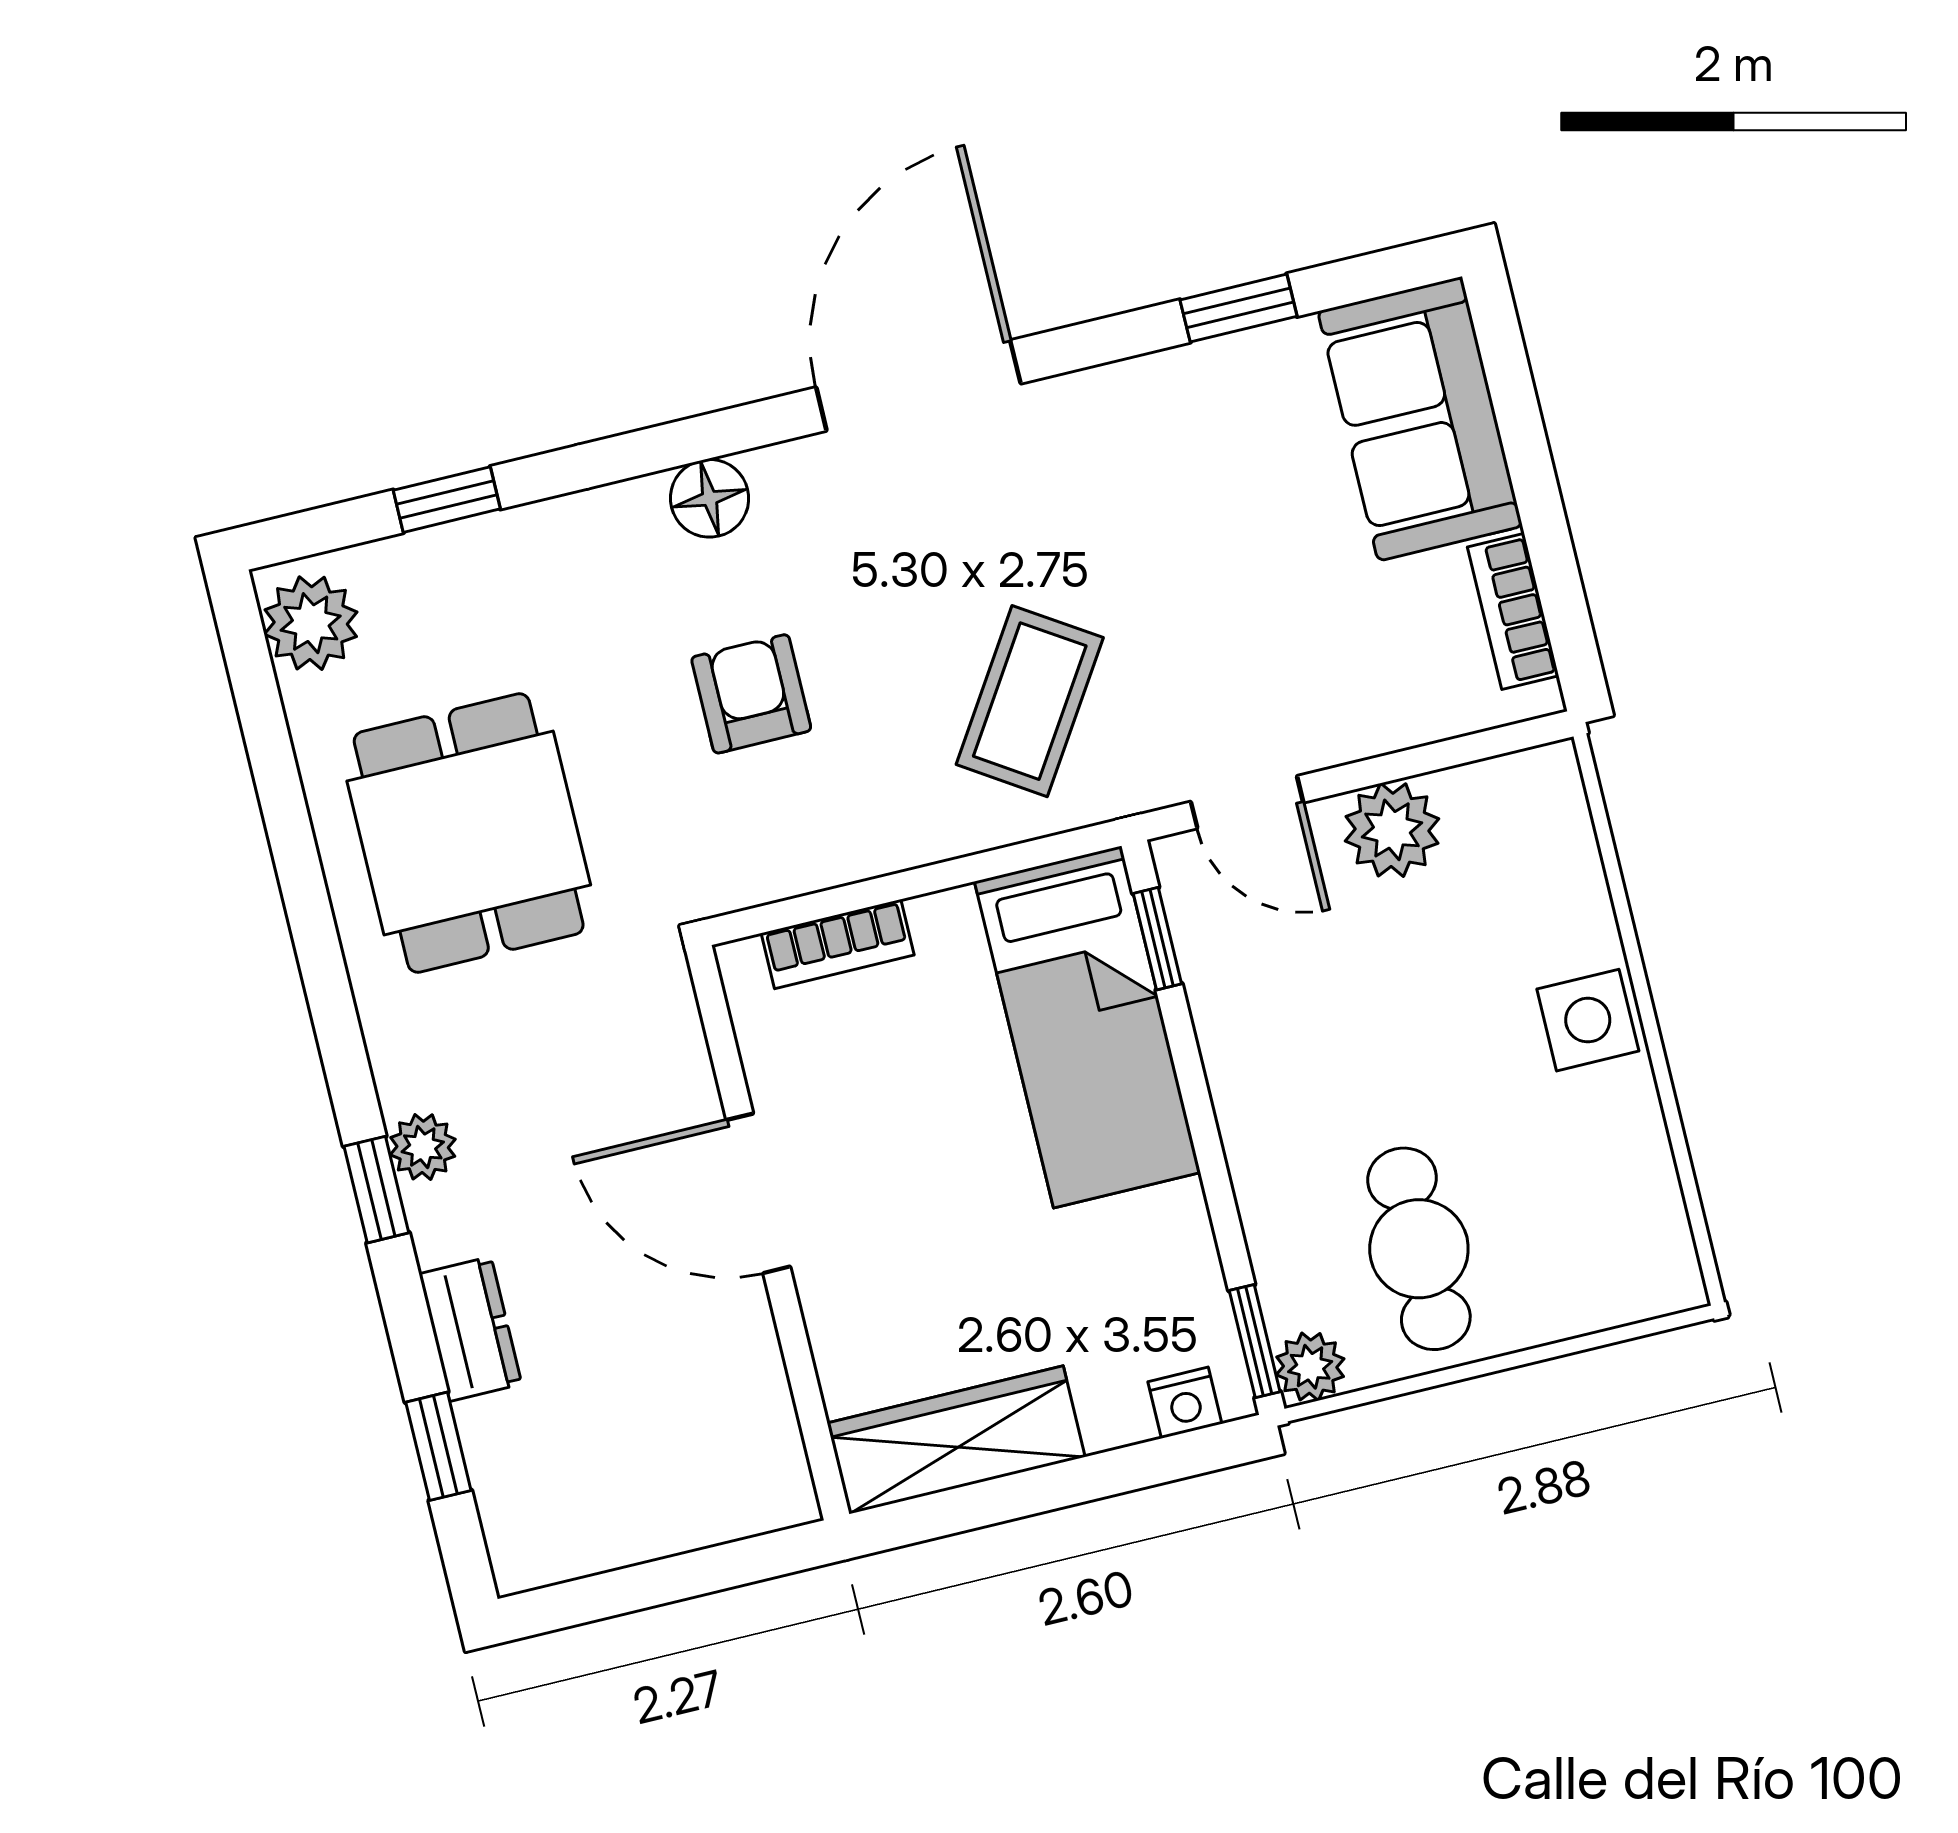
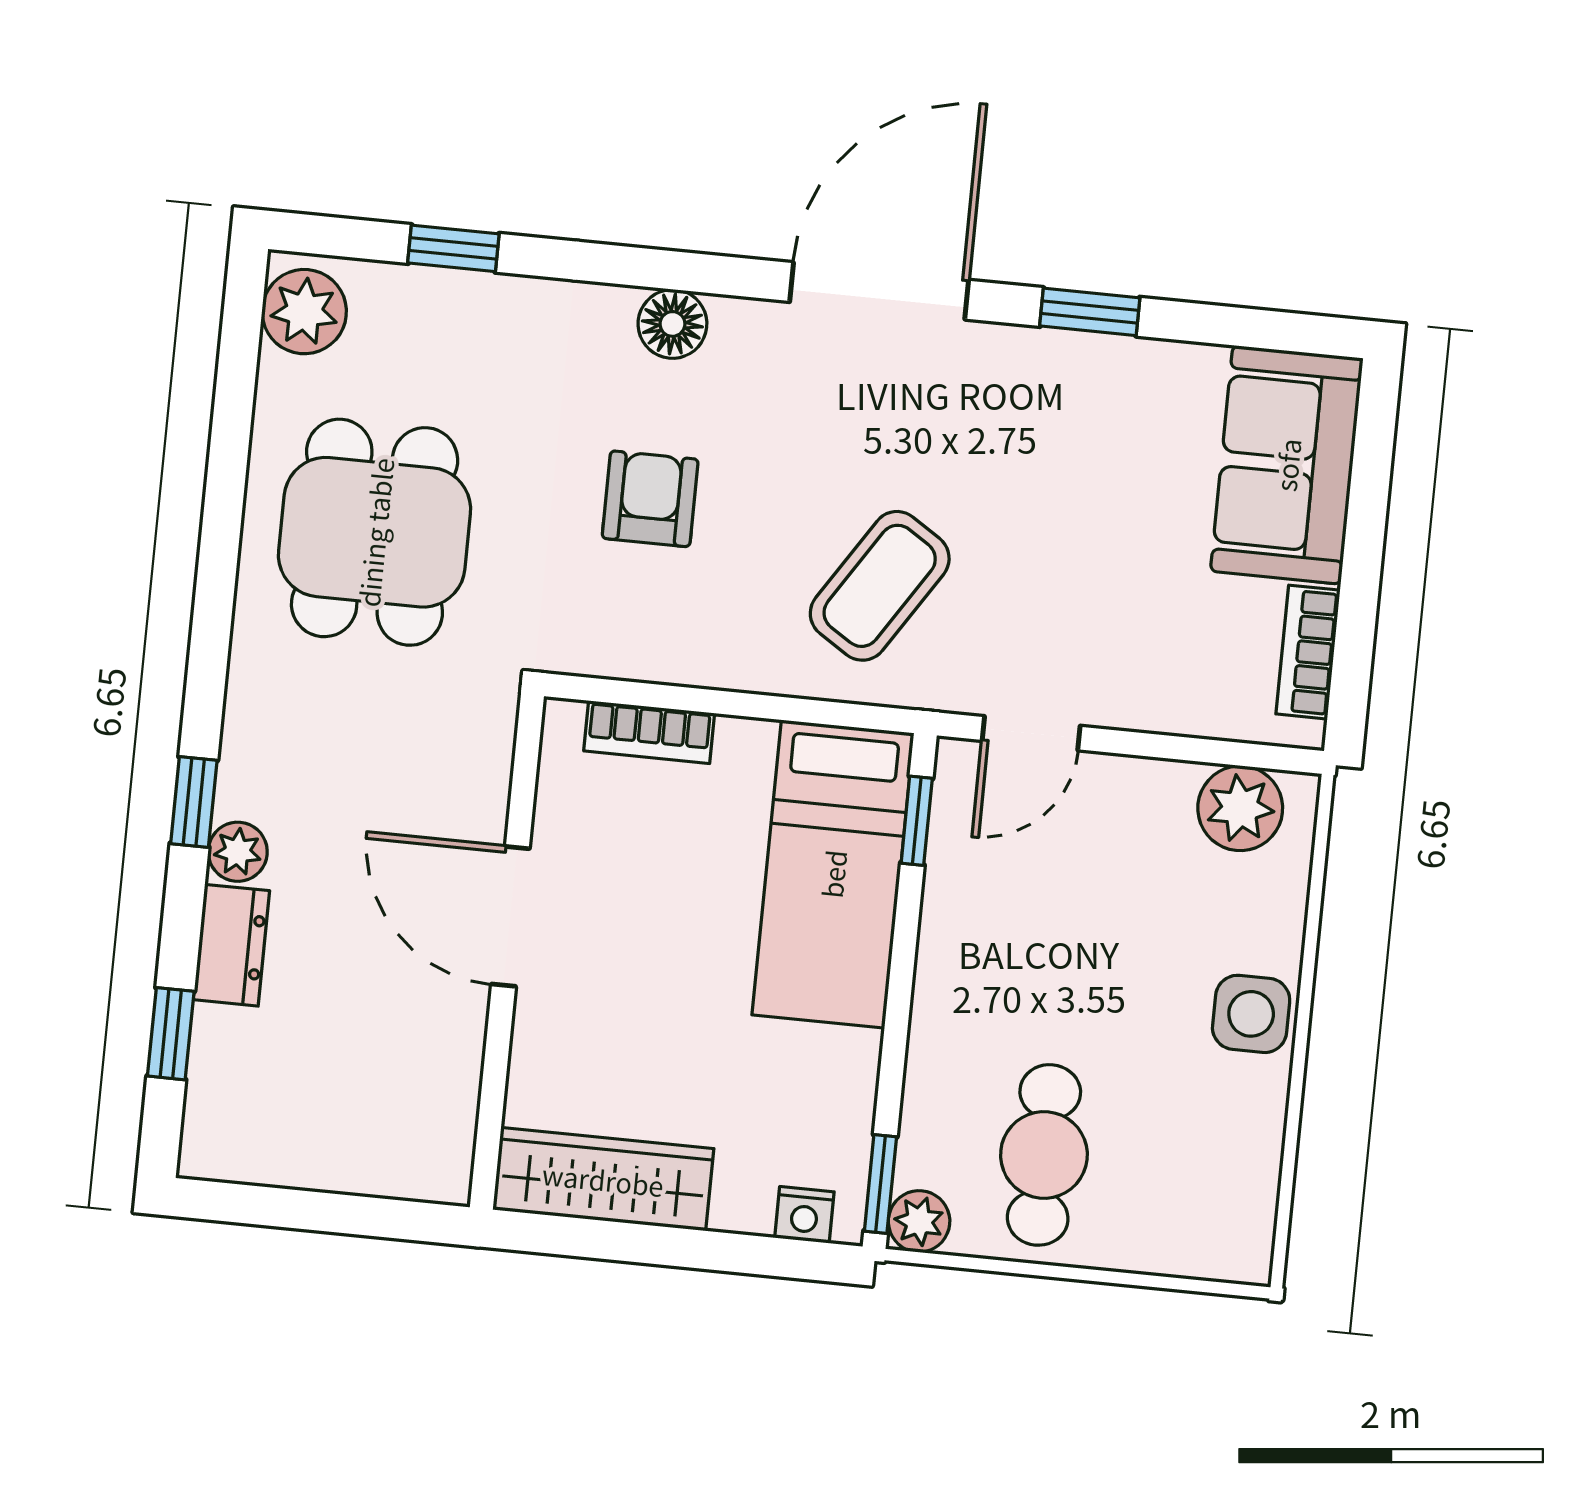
window: (1238, 308) -> (1090, 312), moved
door: (1247, 802) -> (1031, 733), hinge flipped
plant: (1392, 830) -> (1240, 808), moved
plant: (423, 1147) -> (238, 852), moved

